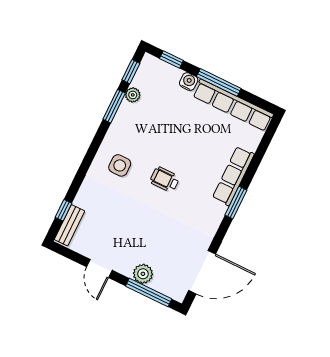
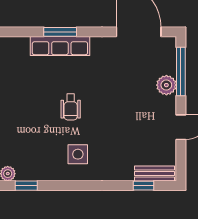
window: (114, 106) -> (26, 186), width x0.67
row of seats: (233, 176) -> (60, 46), moved

